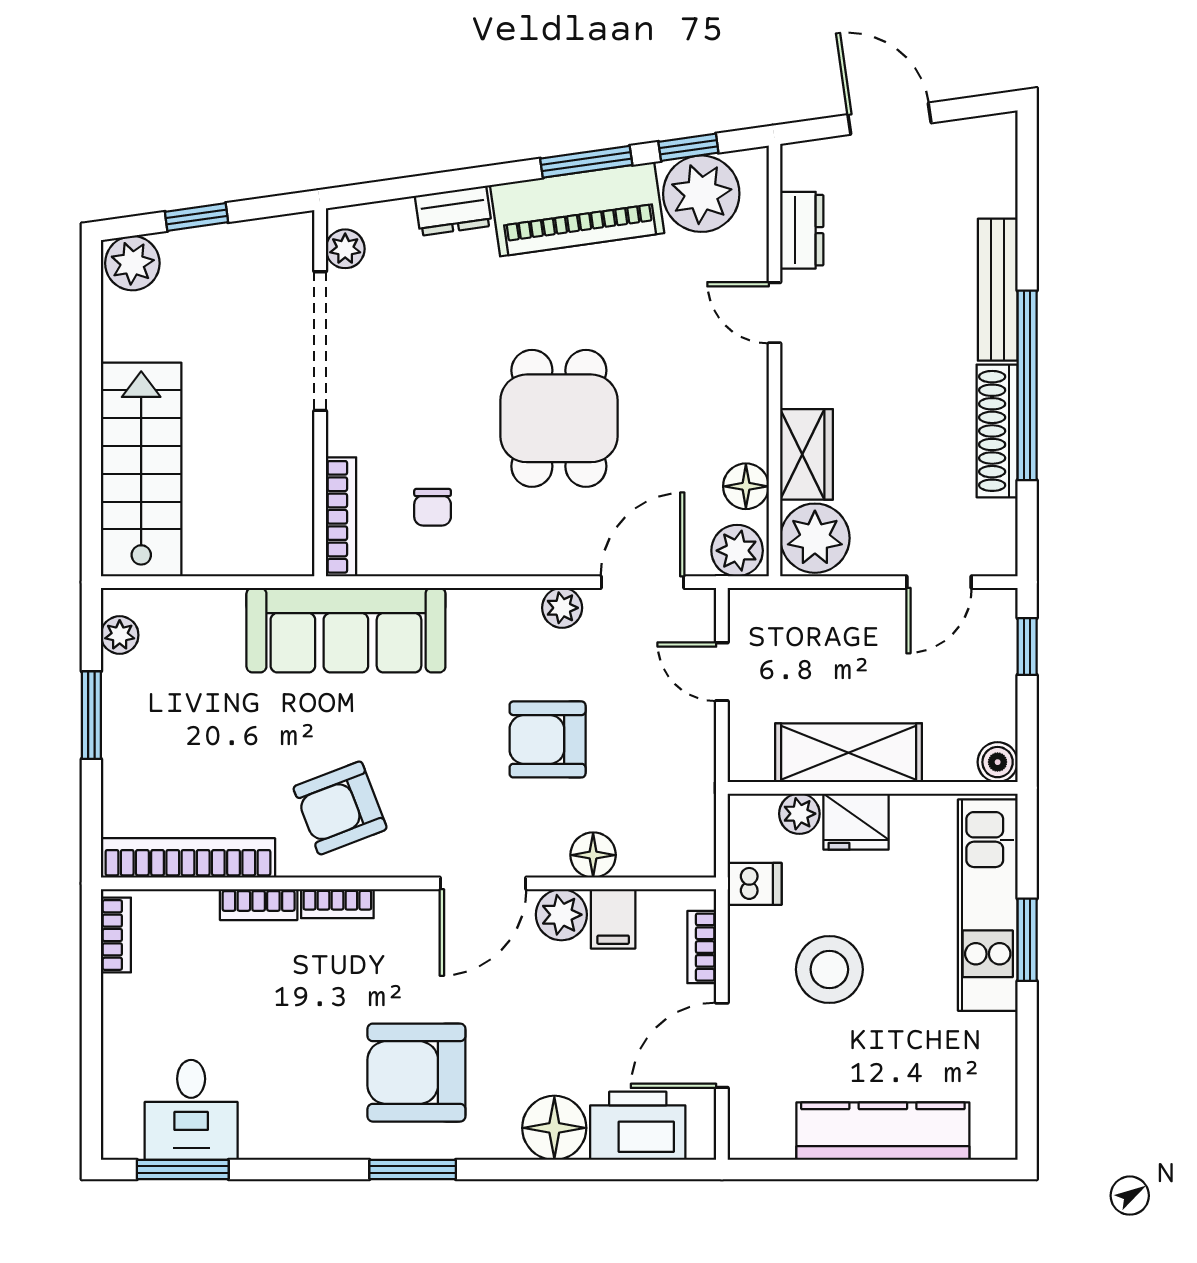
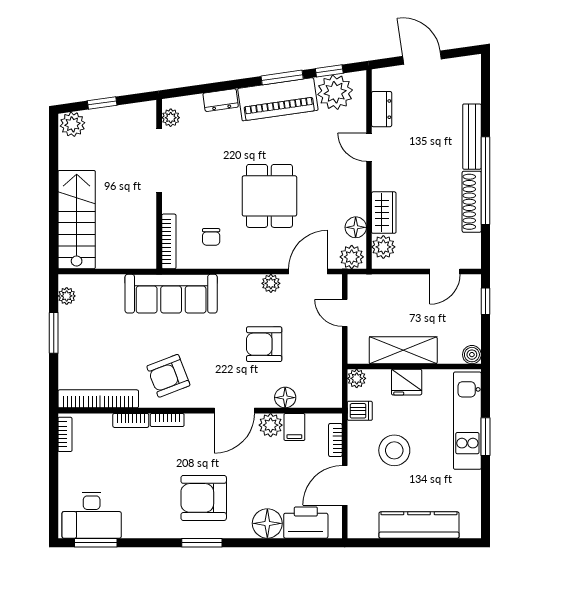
plant: (815, 538) -> (383, 247), width x0.73, depth x0.73
plant: (799, 814) -> (357, 378), moved
desk: (191, 1110) -> (92, 515), width x1.37

